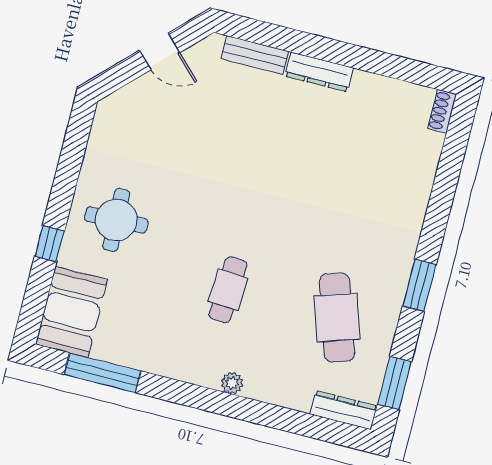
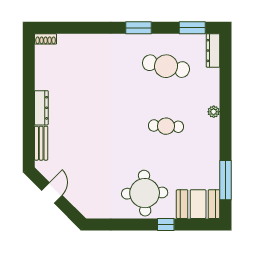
round table: (116, 220) -> (145, 193), width x1.36, depth x1.36
cafe table: (337, 318) -> (166, 66), turned 30

